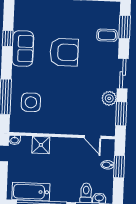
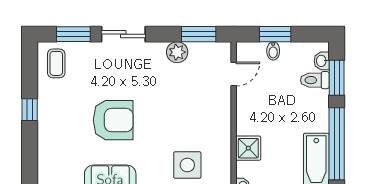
coffee table: (107, 35) -> (56, 63), moved
armchair: (64, 52) -> (113, 120), turned 90
sliding door: (123, 74) -> (123, 34), moved

